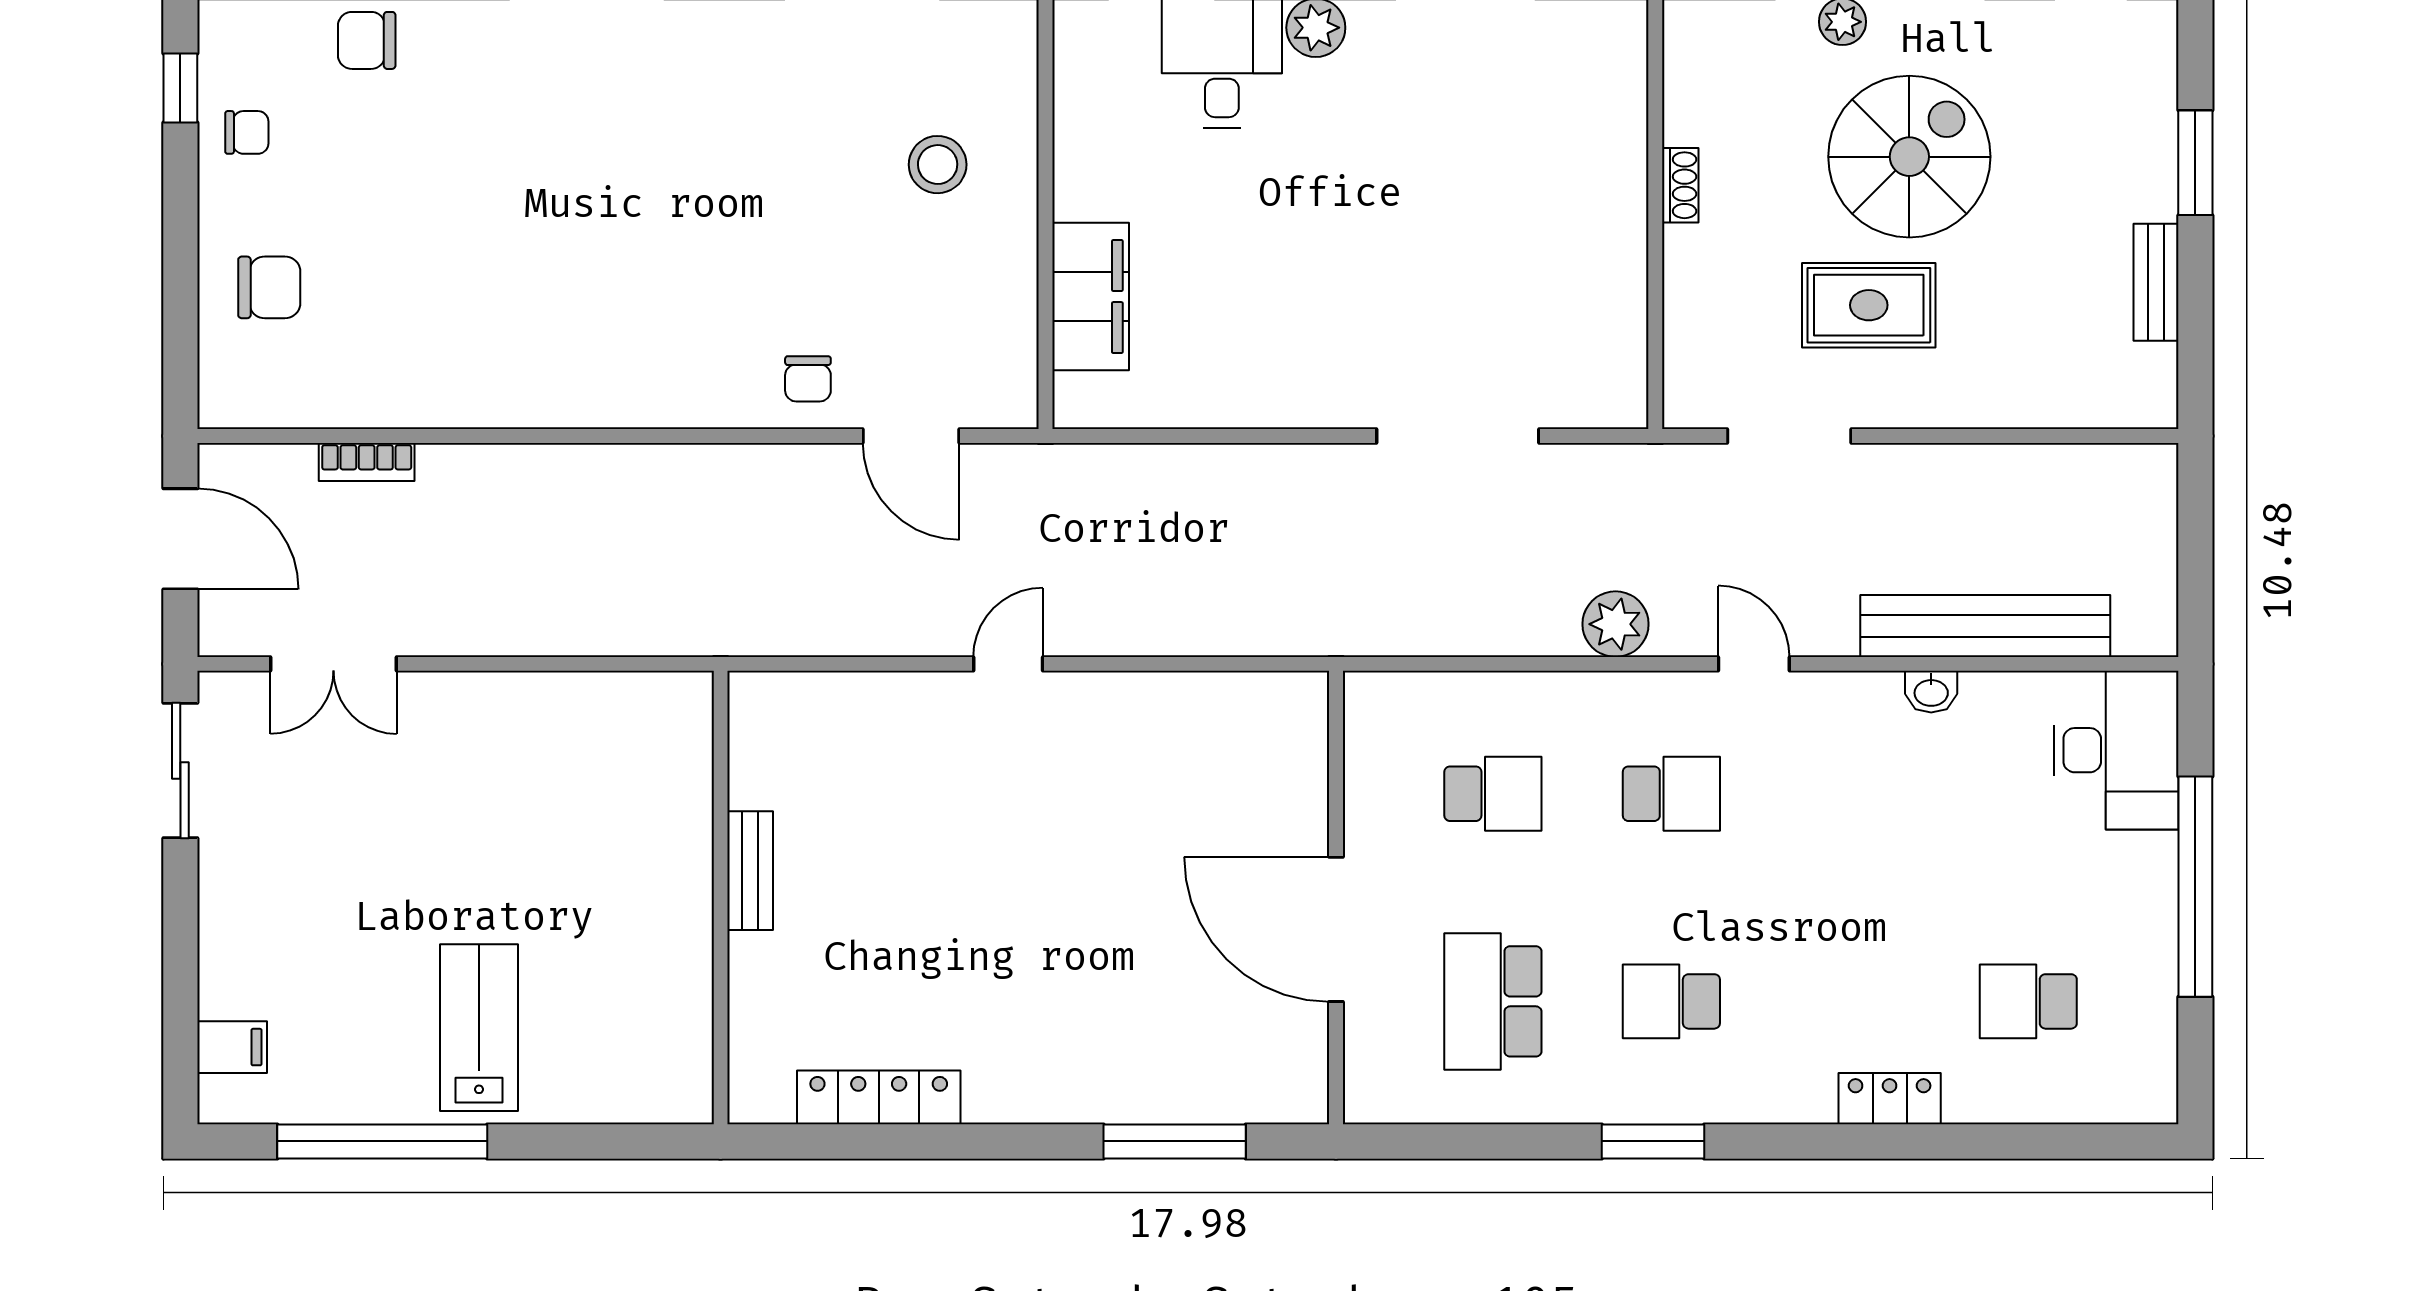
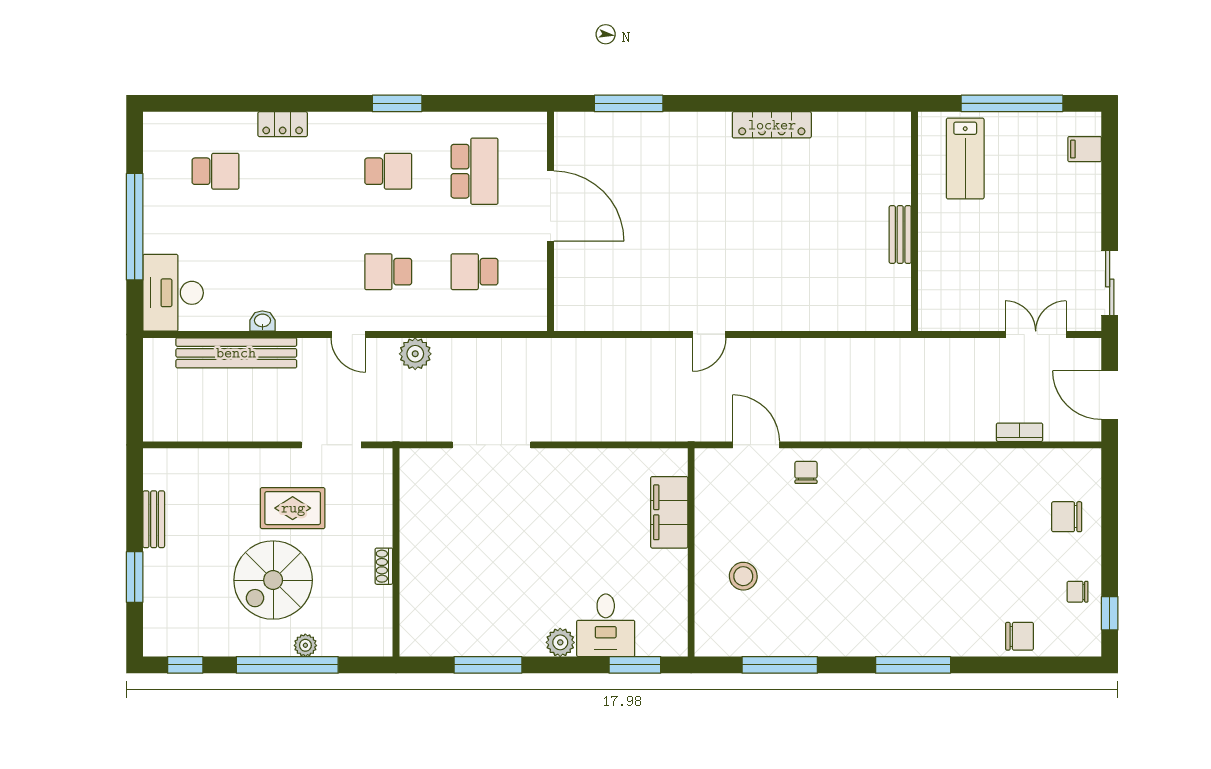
bench: (750, 871) -> (900, 235), moved
wall: (721, 898) -> (914, 221), moved

